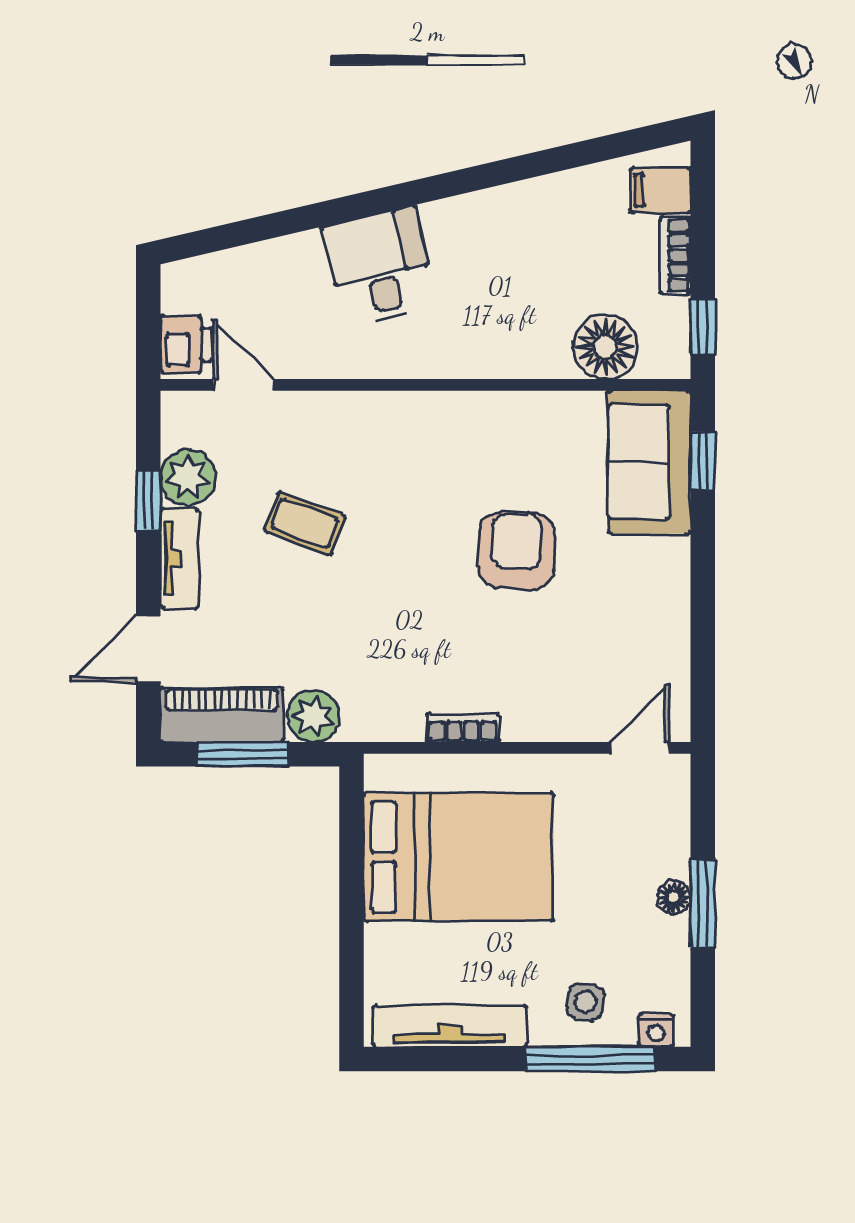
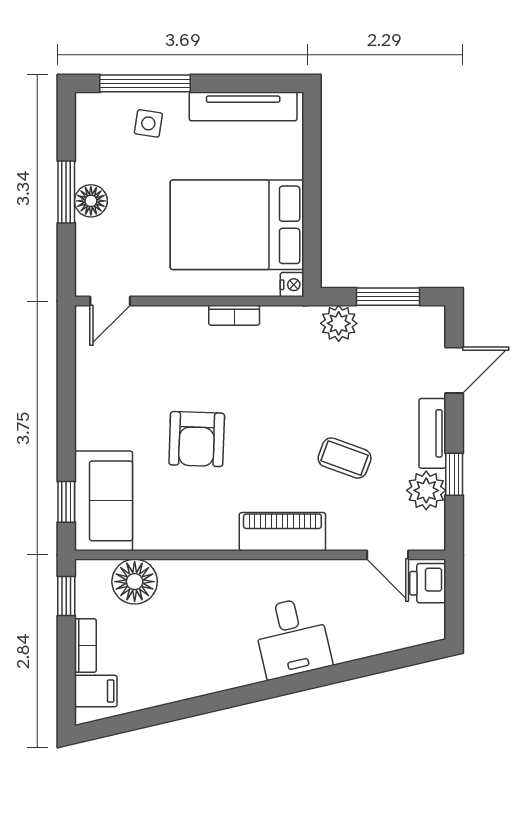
piano: (222, 715) -> (282, 532), moved, turned 180
floor lamp: (674, 897) -> (91, 201), width x1.37, depth x1.37
nightstand: (656, 1030) -> (292, 285), moved, turned 90

